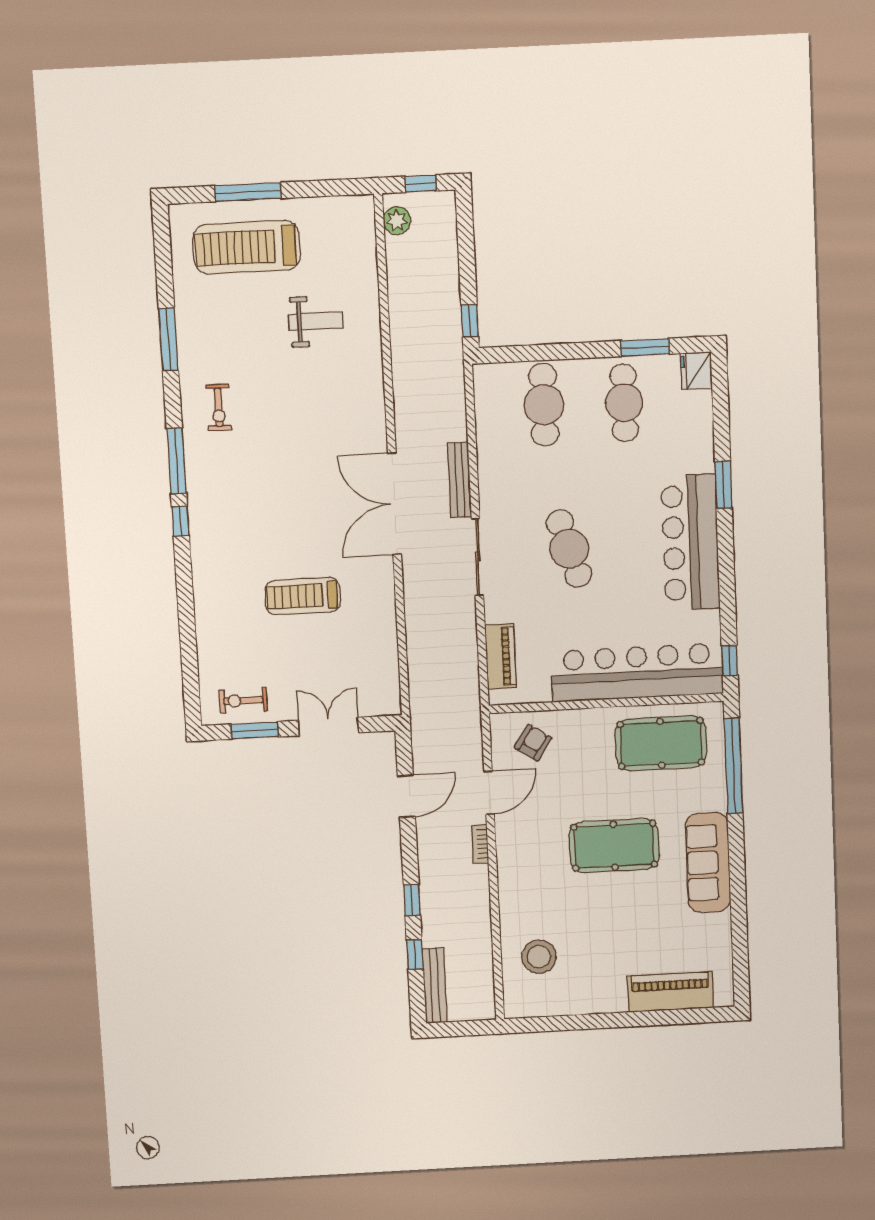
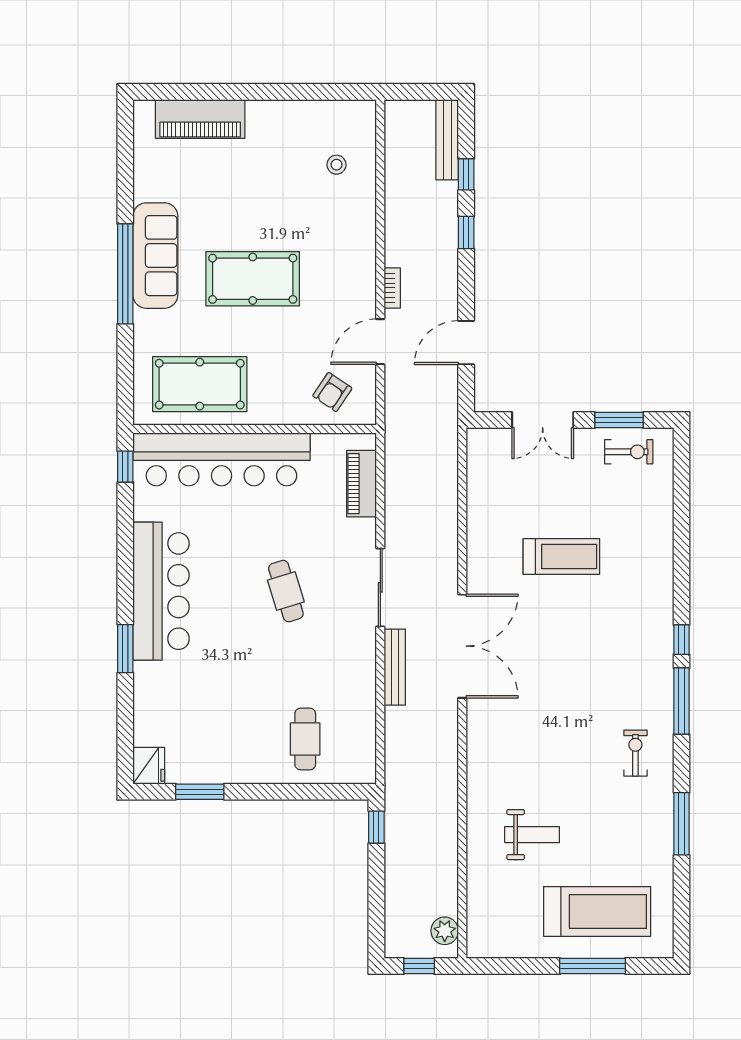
weight bench: (316, 321) -> (532, 835), turned 180
cafe table: (624, 403) -> (223, 737), removed
cafe table: (544, 405) -> (305, 739), width x0.73, depth x0.74
cafe table: (569, 549) -> (286, 591), width x0.73, depth x0.74
window: (733, 766) -> (125, 274), moved
stool: (539, 957) -> (337, 165), width x0.53, depth x0.53

